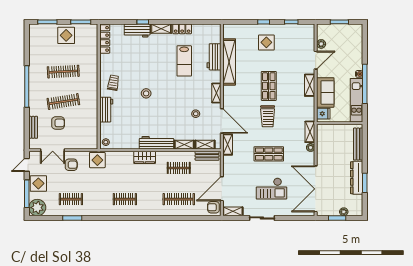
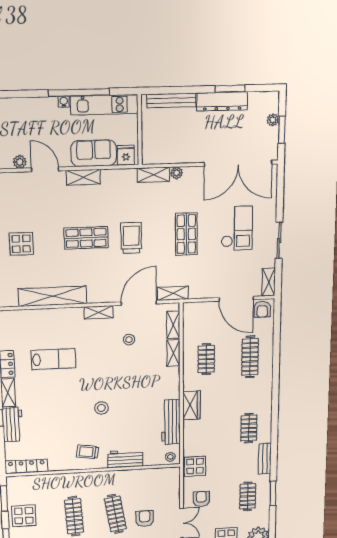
workbench: (214, 57) -> (46, 318), removed
trolley: (268, 116) -> (131, 238), turned -90
workbench: (157, 143) -> (171, 422), moved
bench: (207, 156) -> (265, 459), moved

